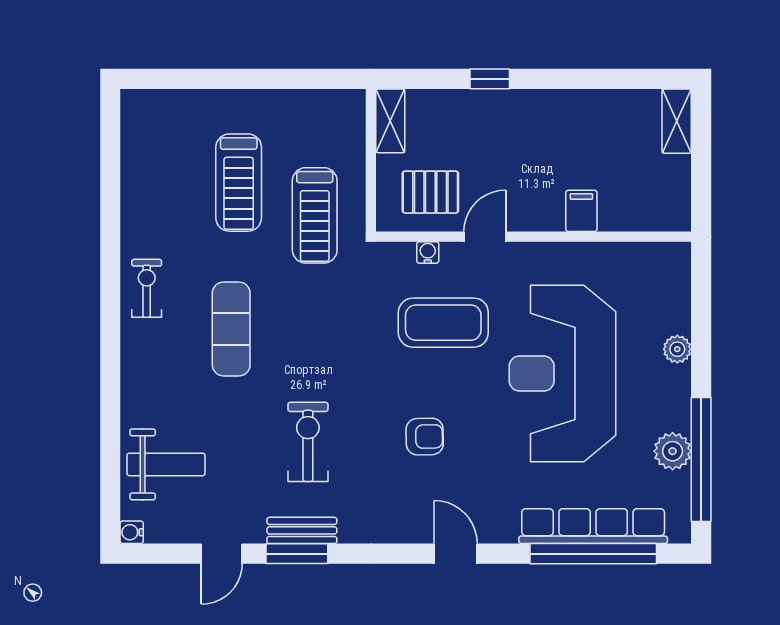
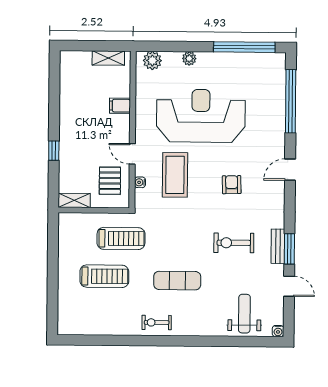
shelving: (677, 121) -> (108, 58), moved
reception desk: (562, 373) -> (201, 116), turned 180
plant: (673, 451) -> (152, 61), moved
row of seats: (593, 526) -> (277, 101), removed

